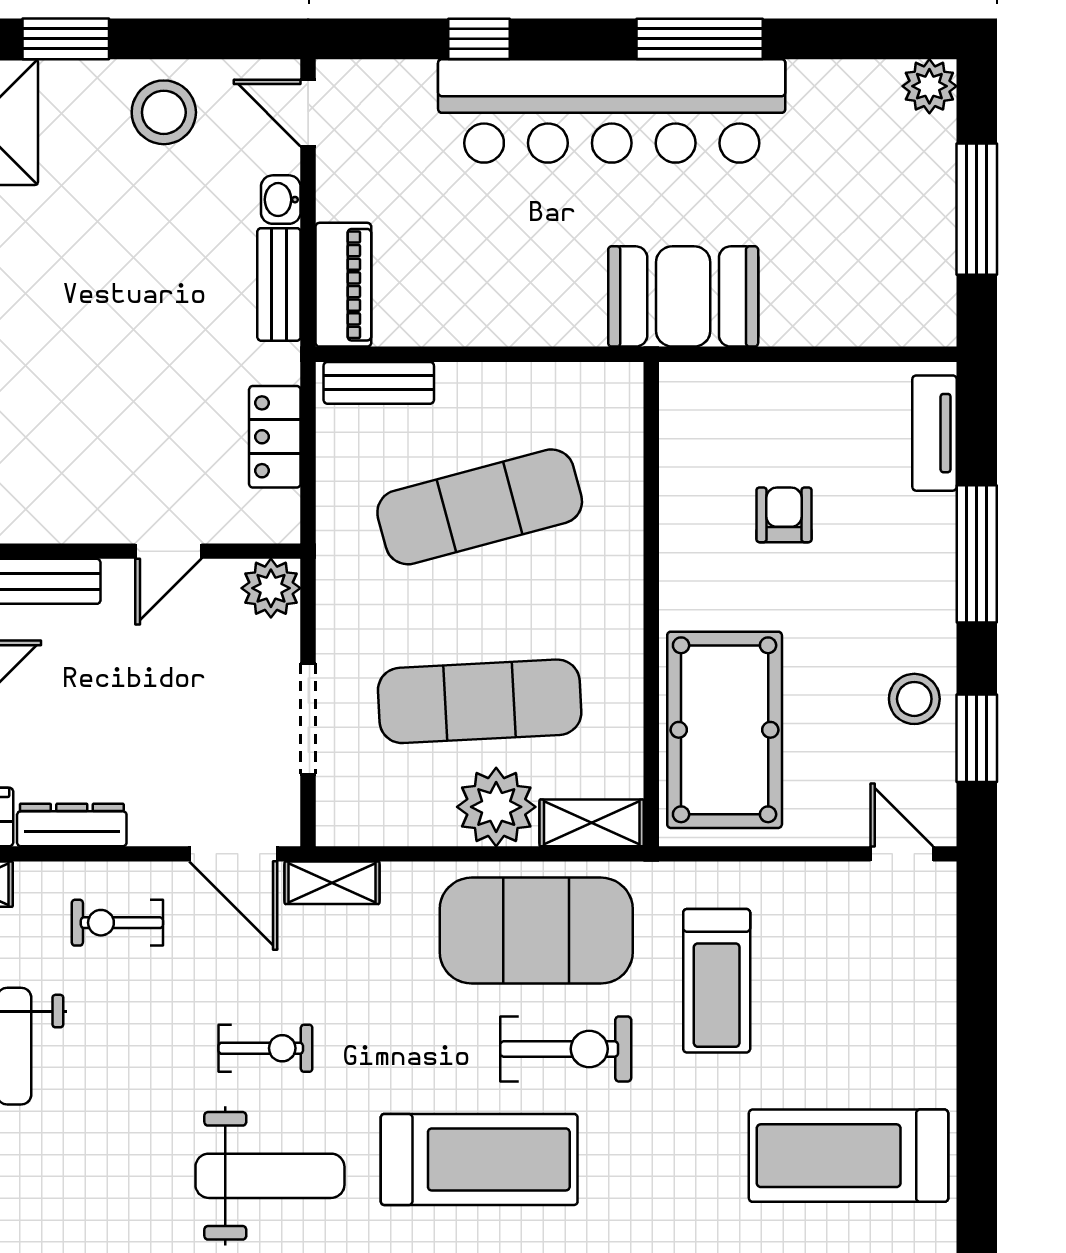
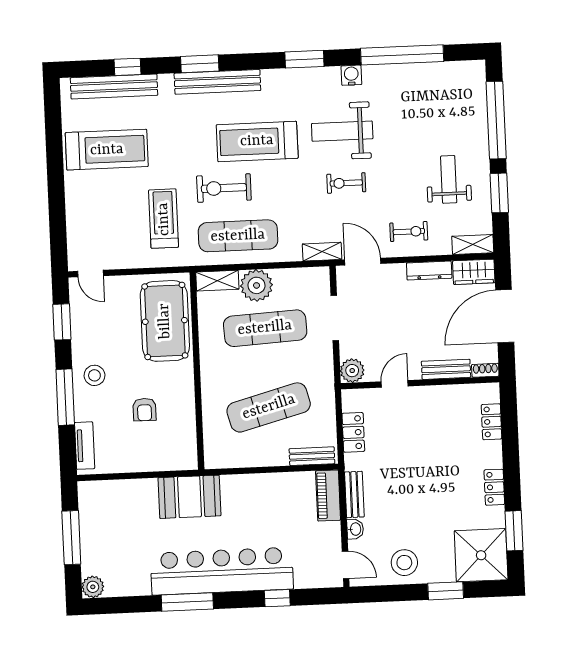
stool: (914, 699) -> (94, 375), moved
exercise mat: (536, 931) -> (238, 236), width x0.68

